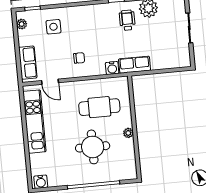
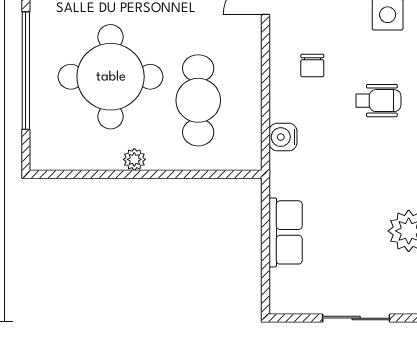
wheelchair: (127, 20) -> (378, 101), moved
row of seats: (135, 65) -> (286, 232), moved
round table: (93, 147) -> (111, 77), width x1.36, depth x1.36

